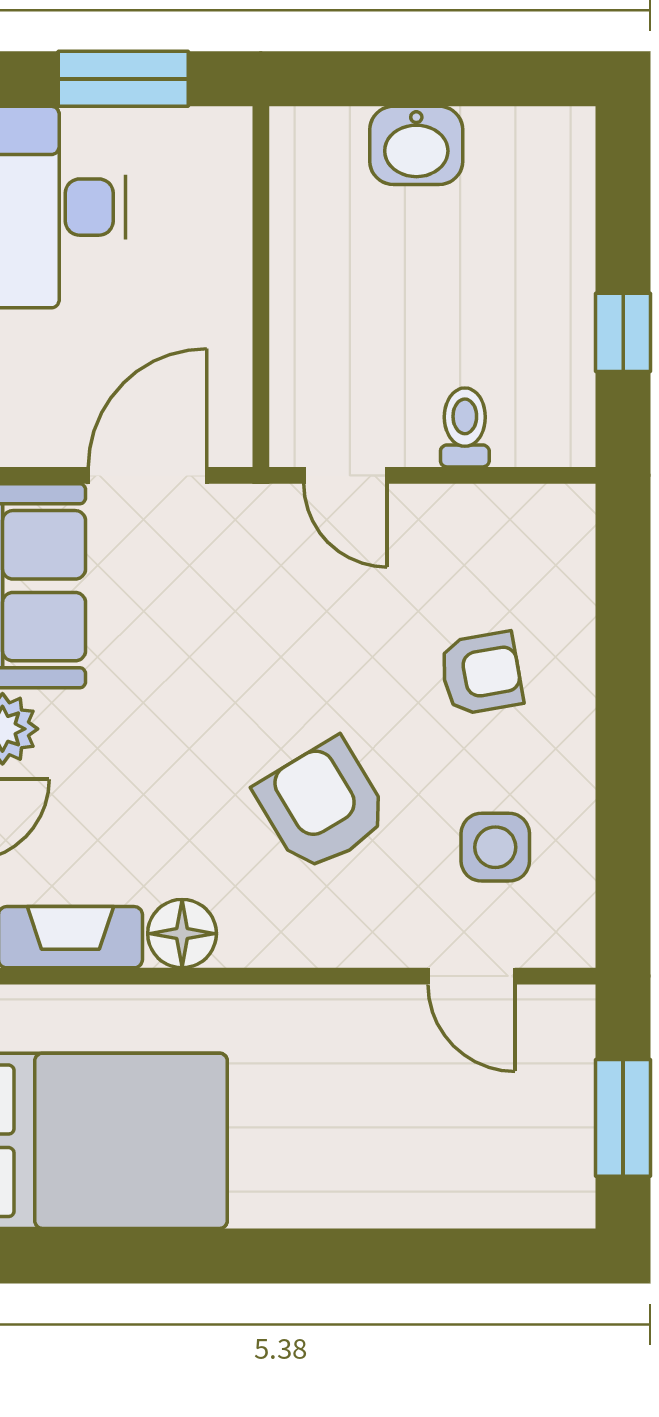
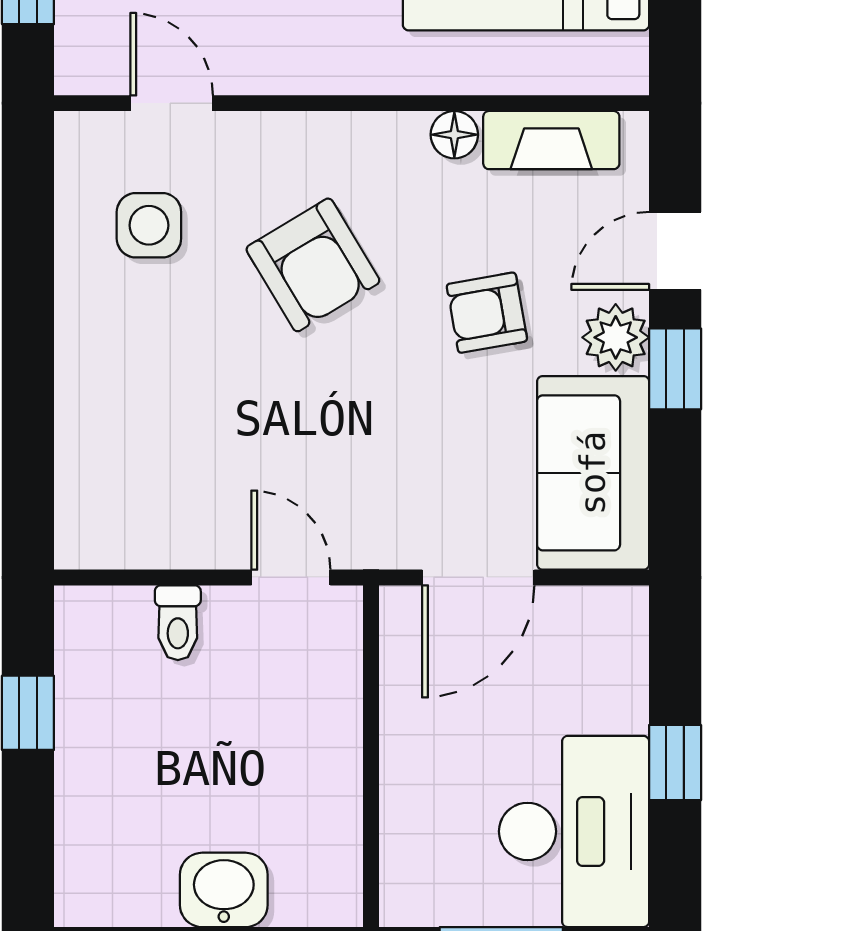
armchair: (481, 673) -> (487, 313), moved
floor lamp: (182, 934) -> (454, 135), width x0.73, depth x0.73

